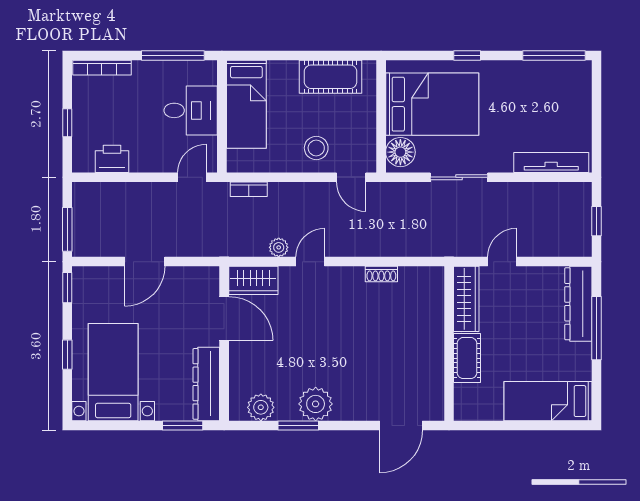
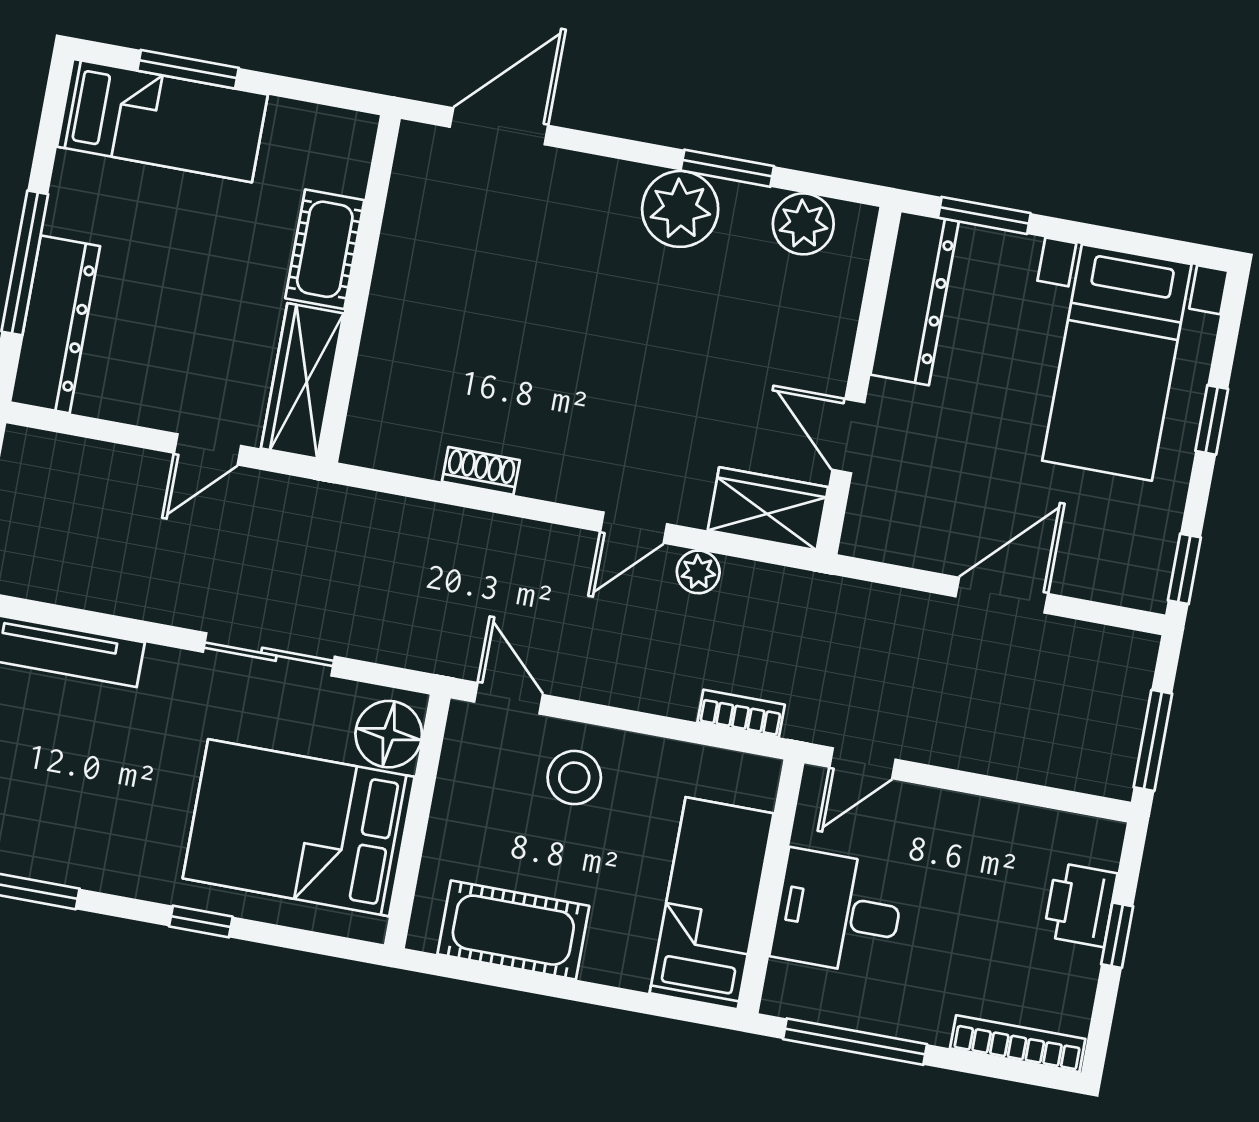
printer: (112, 159) -> (1080, 905), moved, turned 90
window: (67, 229) -> (1153, 740), moved
door: (224, 319) -> (848, 436), width x0.73
window: (541, 425) -> (188, 69), added

